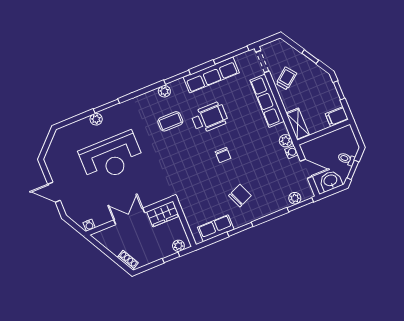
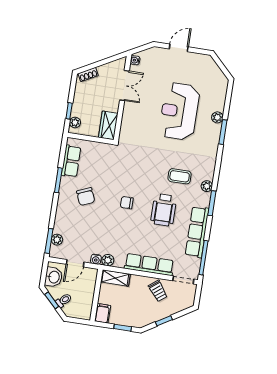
coffee table: (170, 121) -> (180, 176), turned 90
double door: (129, 216) -> (124, 86), moved

